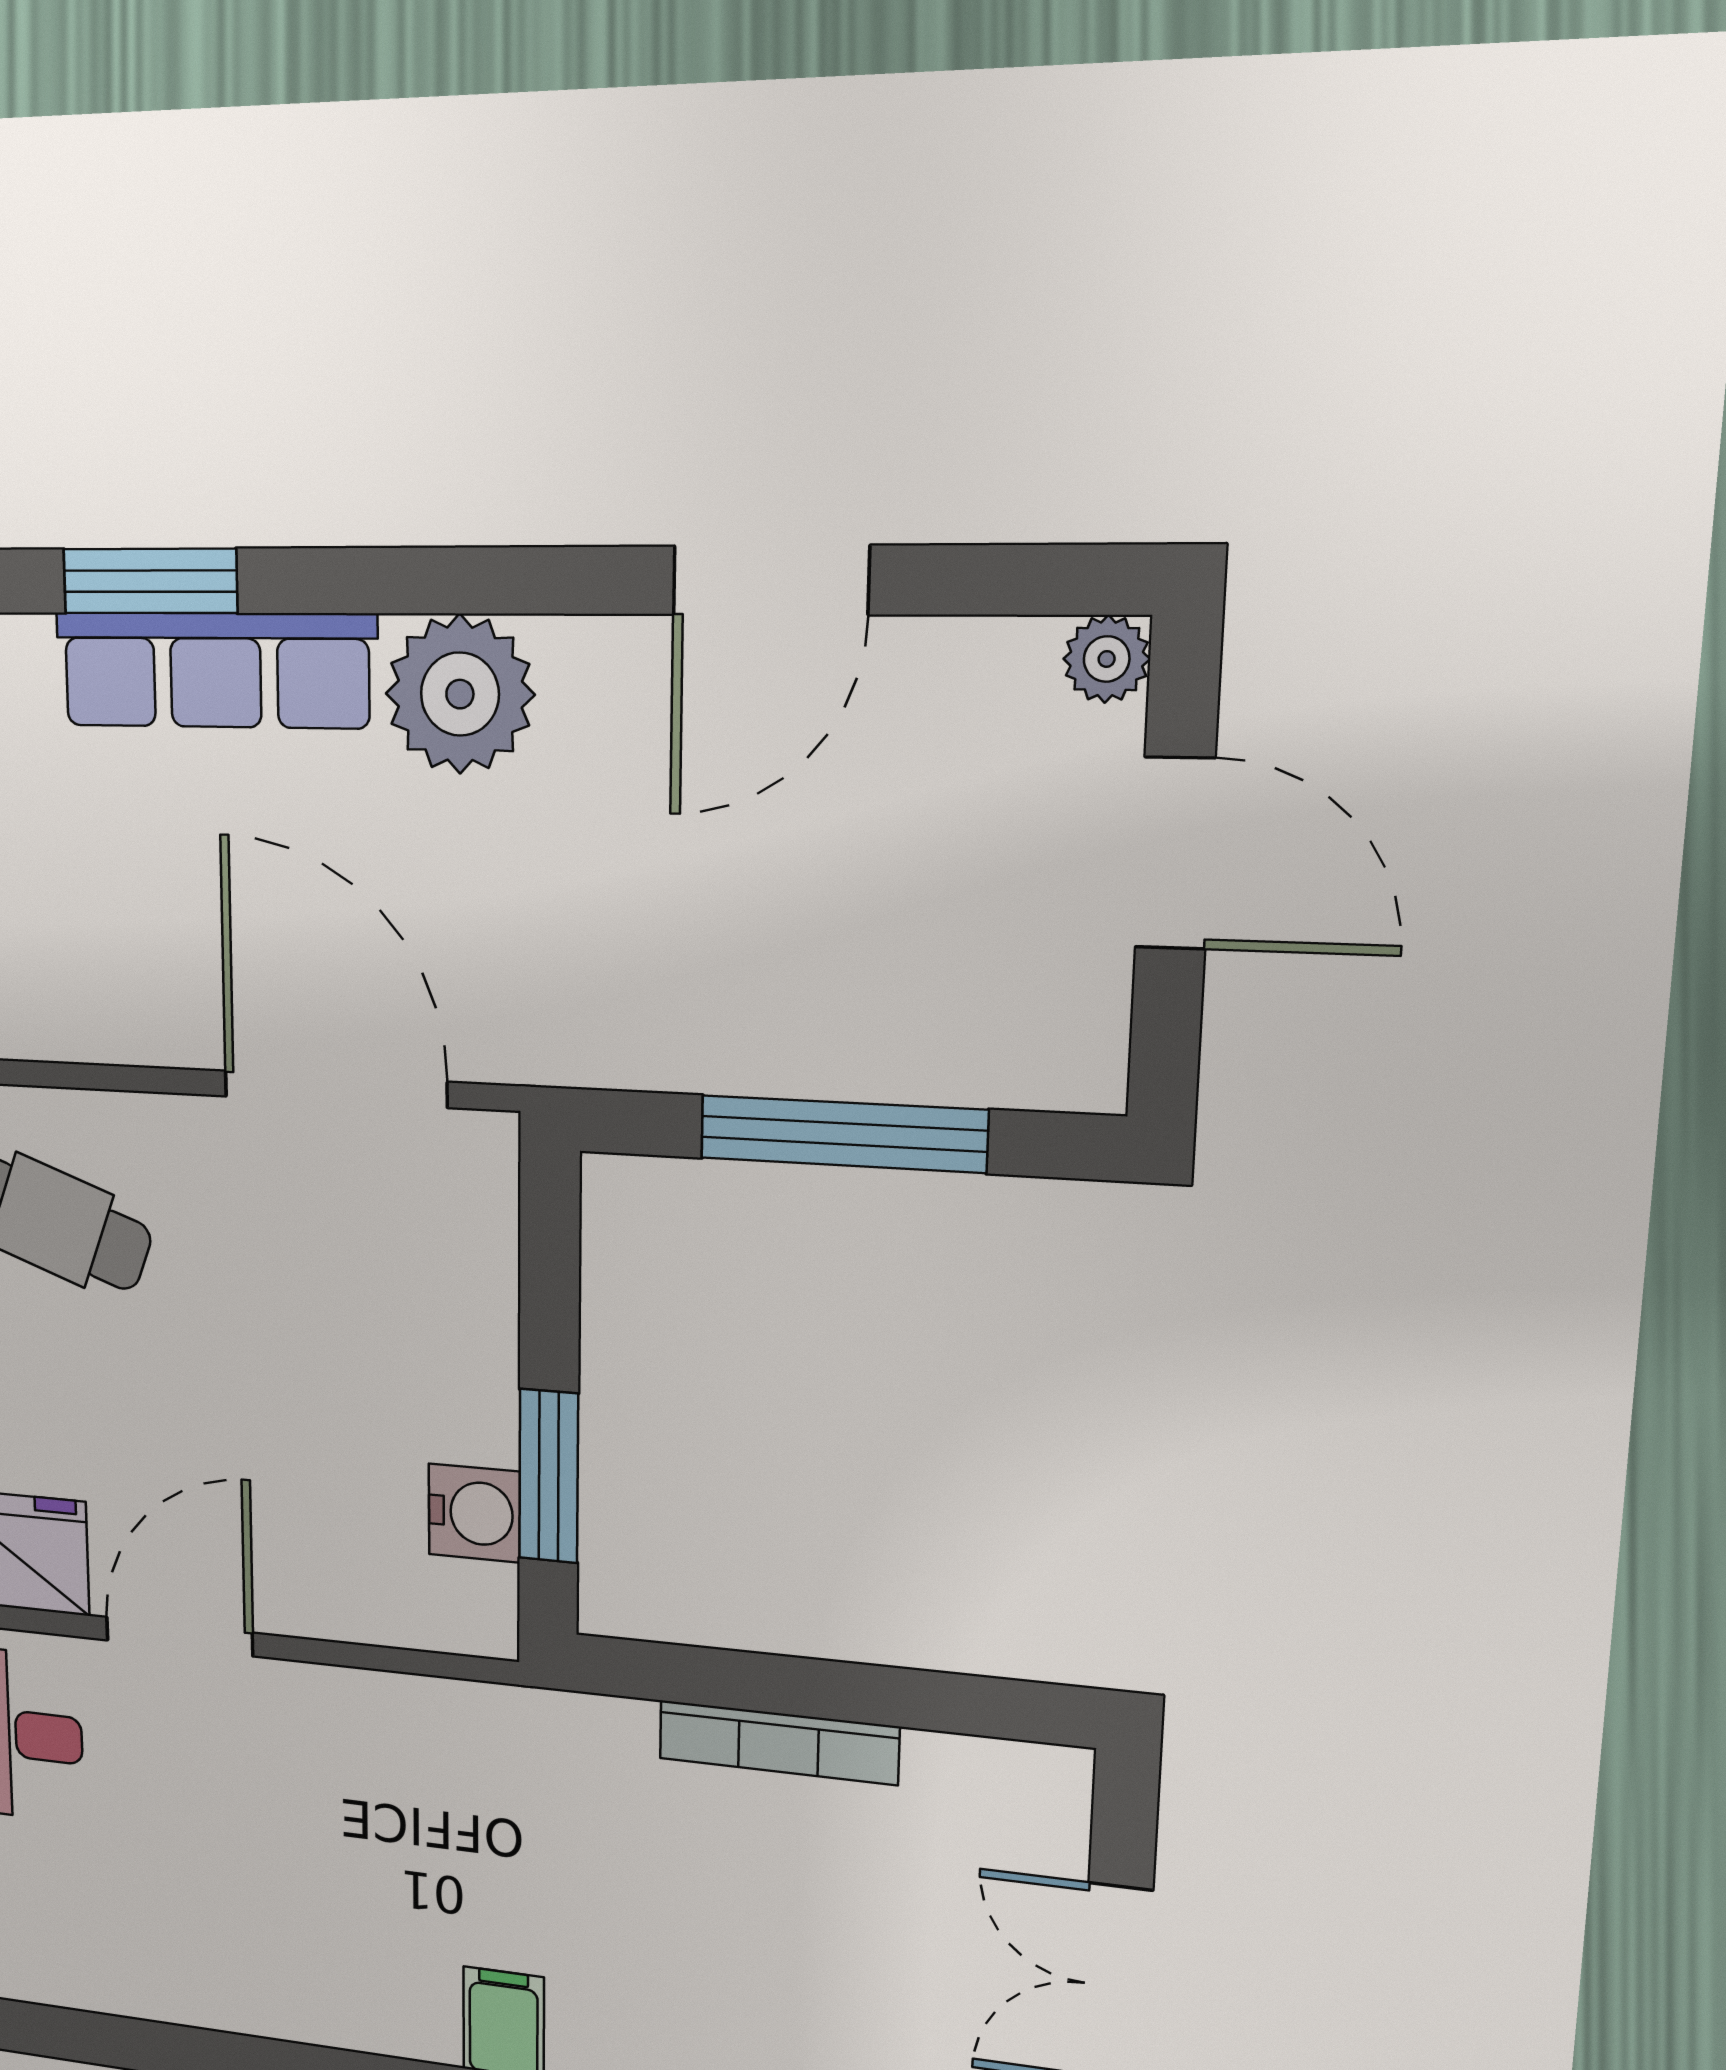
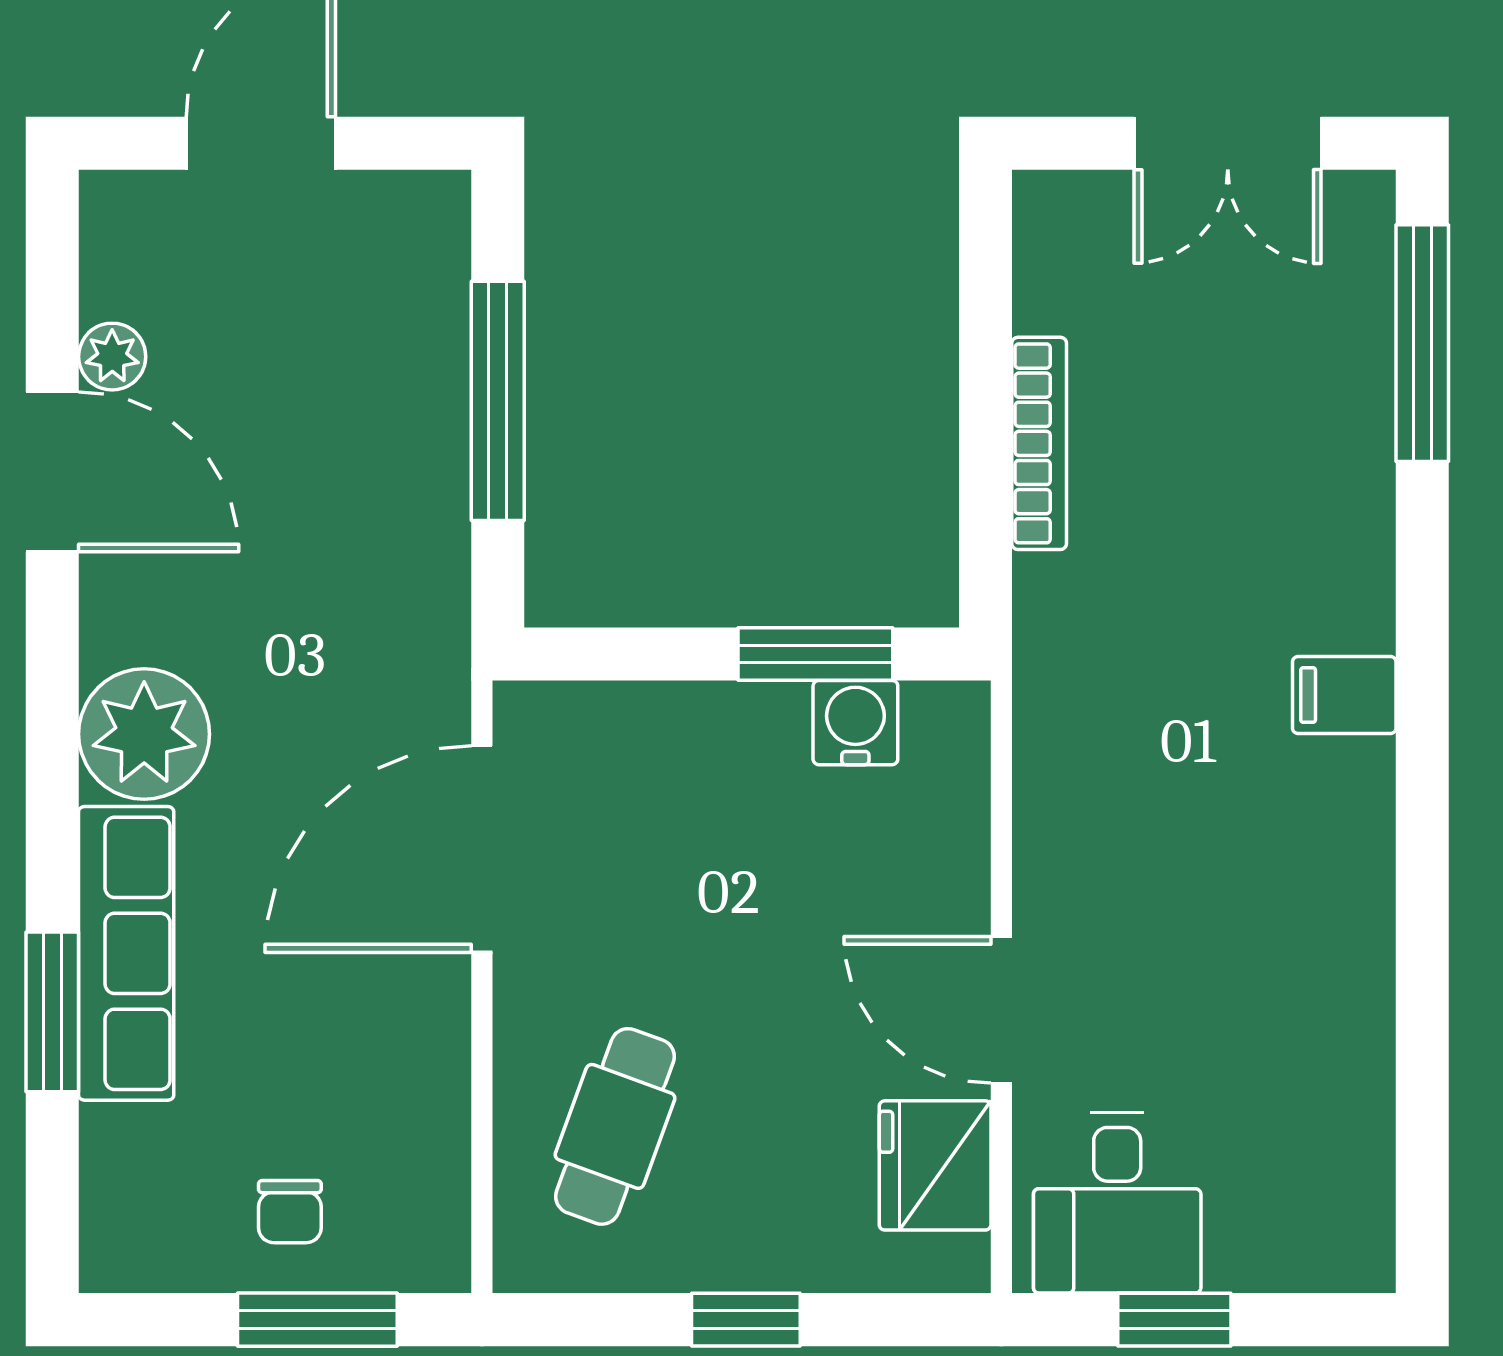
plant: (1107, 659) -> (112, 357), moved

